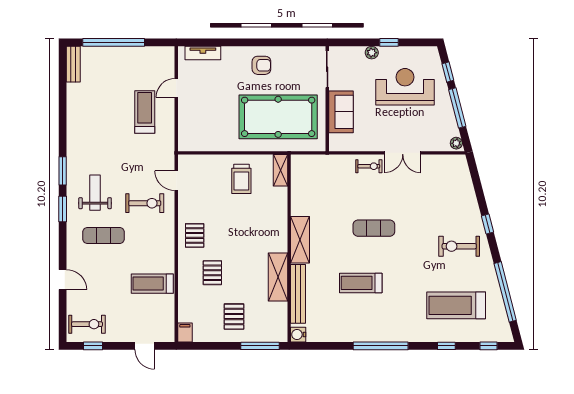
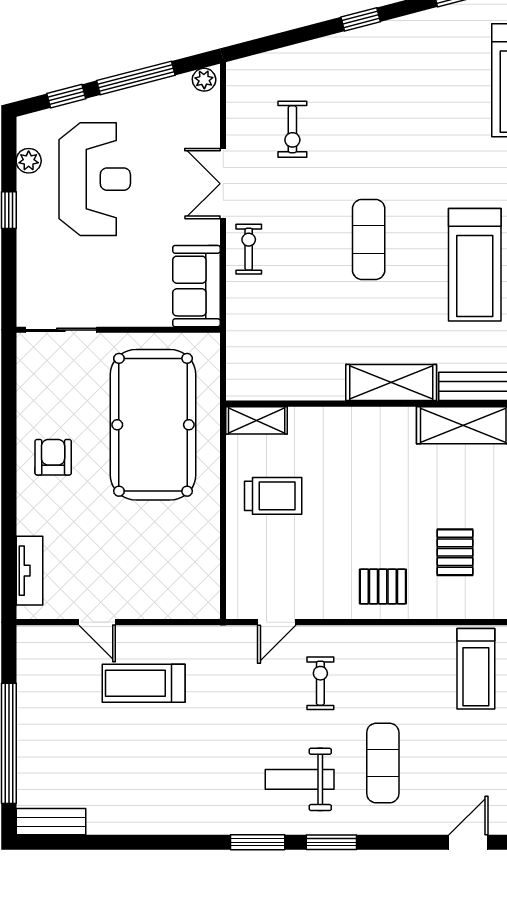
plant: (372, 53) -> (29, 161), moved
reception desk: (405, 87) -> (95, 179), turned 180
sofa: (341, 112) -> (196, 286), moved, turned -90
double door: (403, 153) -> (223, 184), swing flipped
exercise bike: (145, 203) -> (320, 683), width x0.73, depth x0.72
exercise bike: (459, 246) -> (292, 129), moved, width x0.73, depth x0.72
pallet: (212, 273) -> (455, 552), turned 90
treadmill: (361, 283) -> (475, 265), width x1.37, depth x1.38

